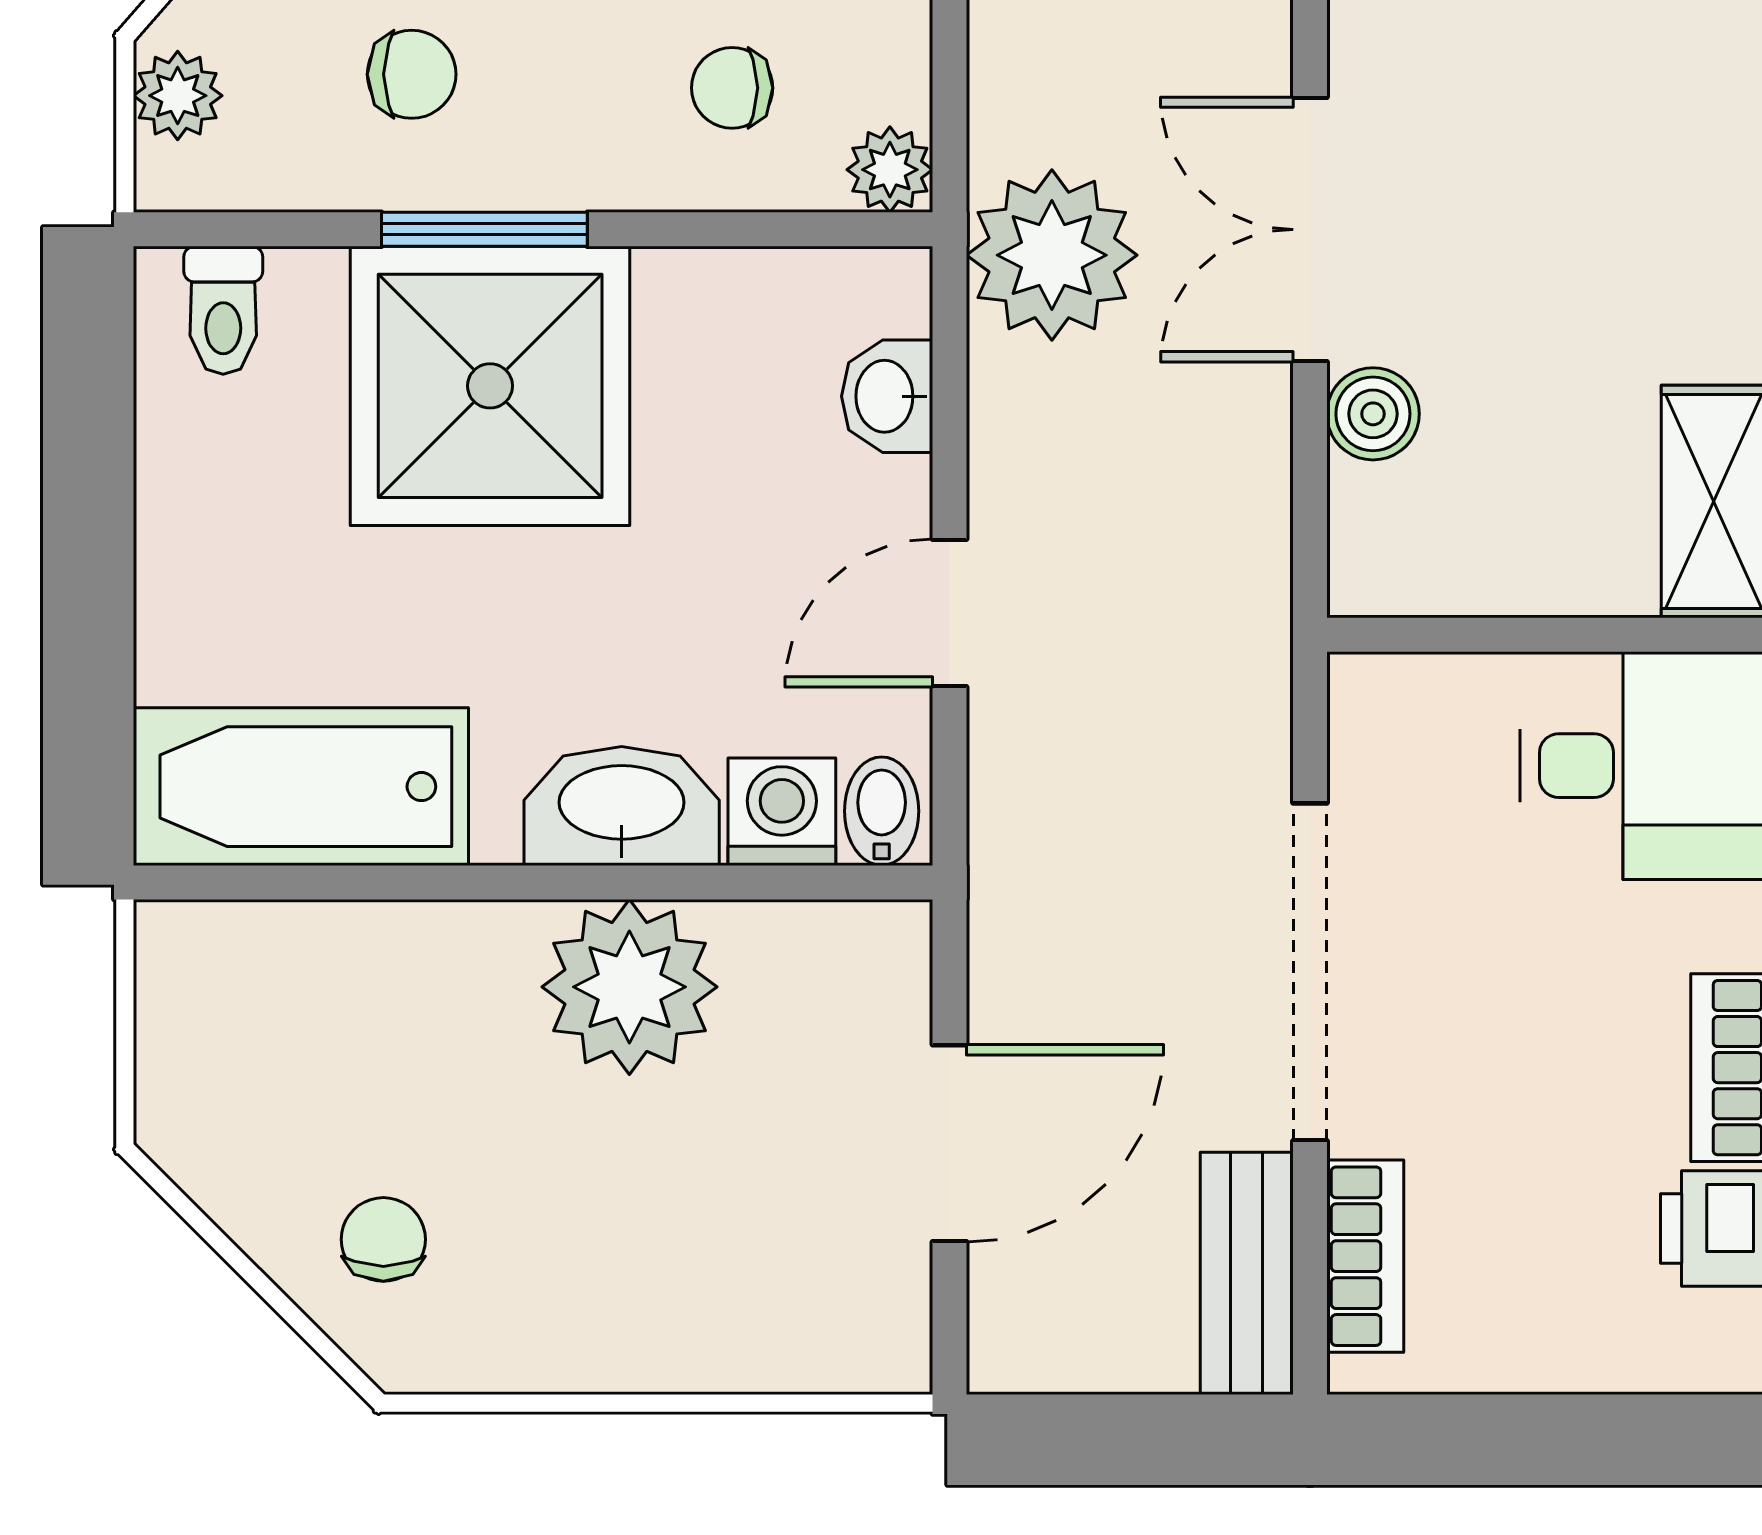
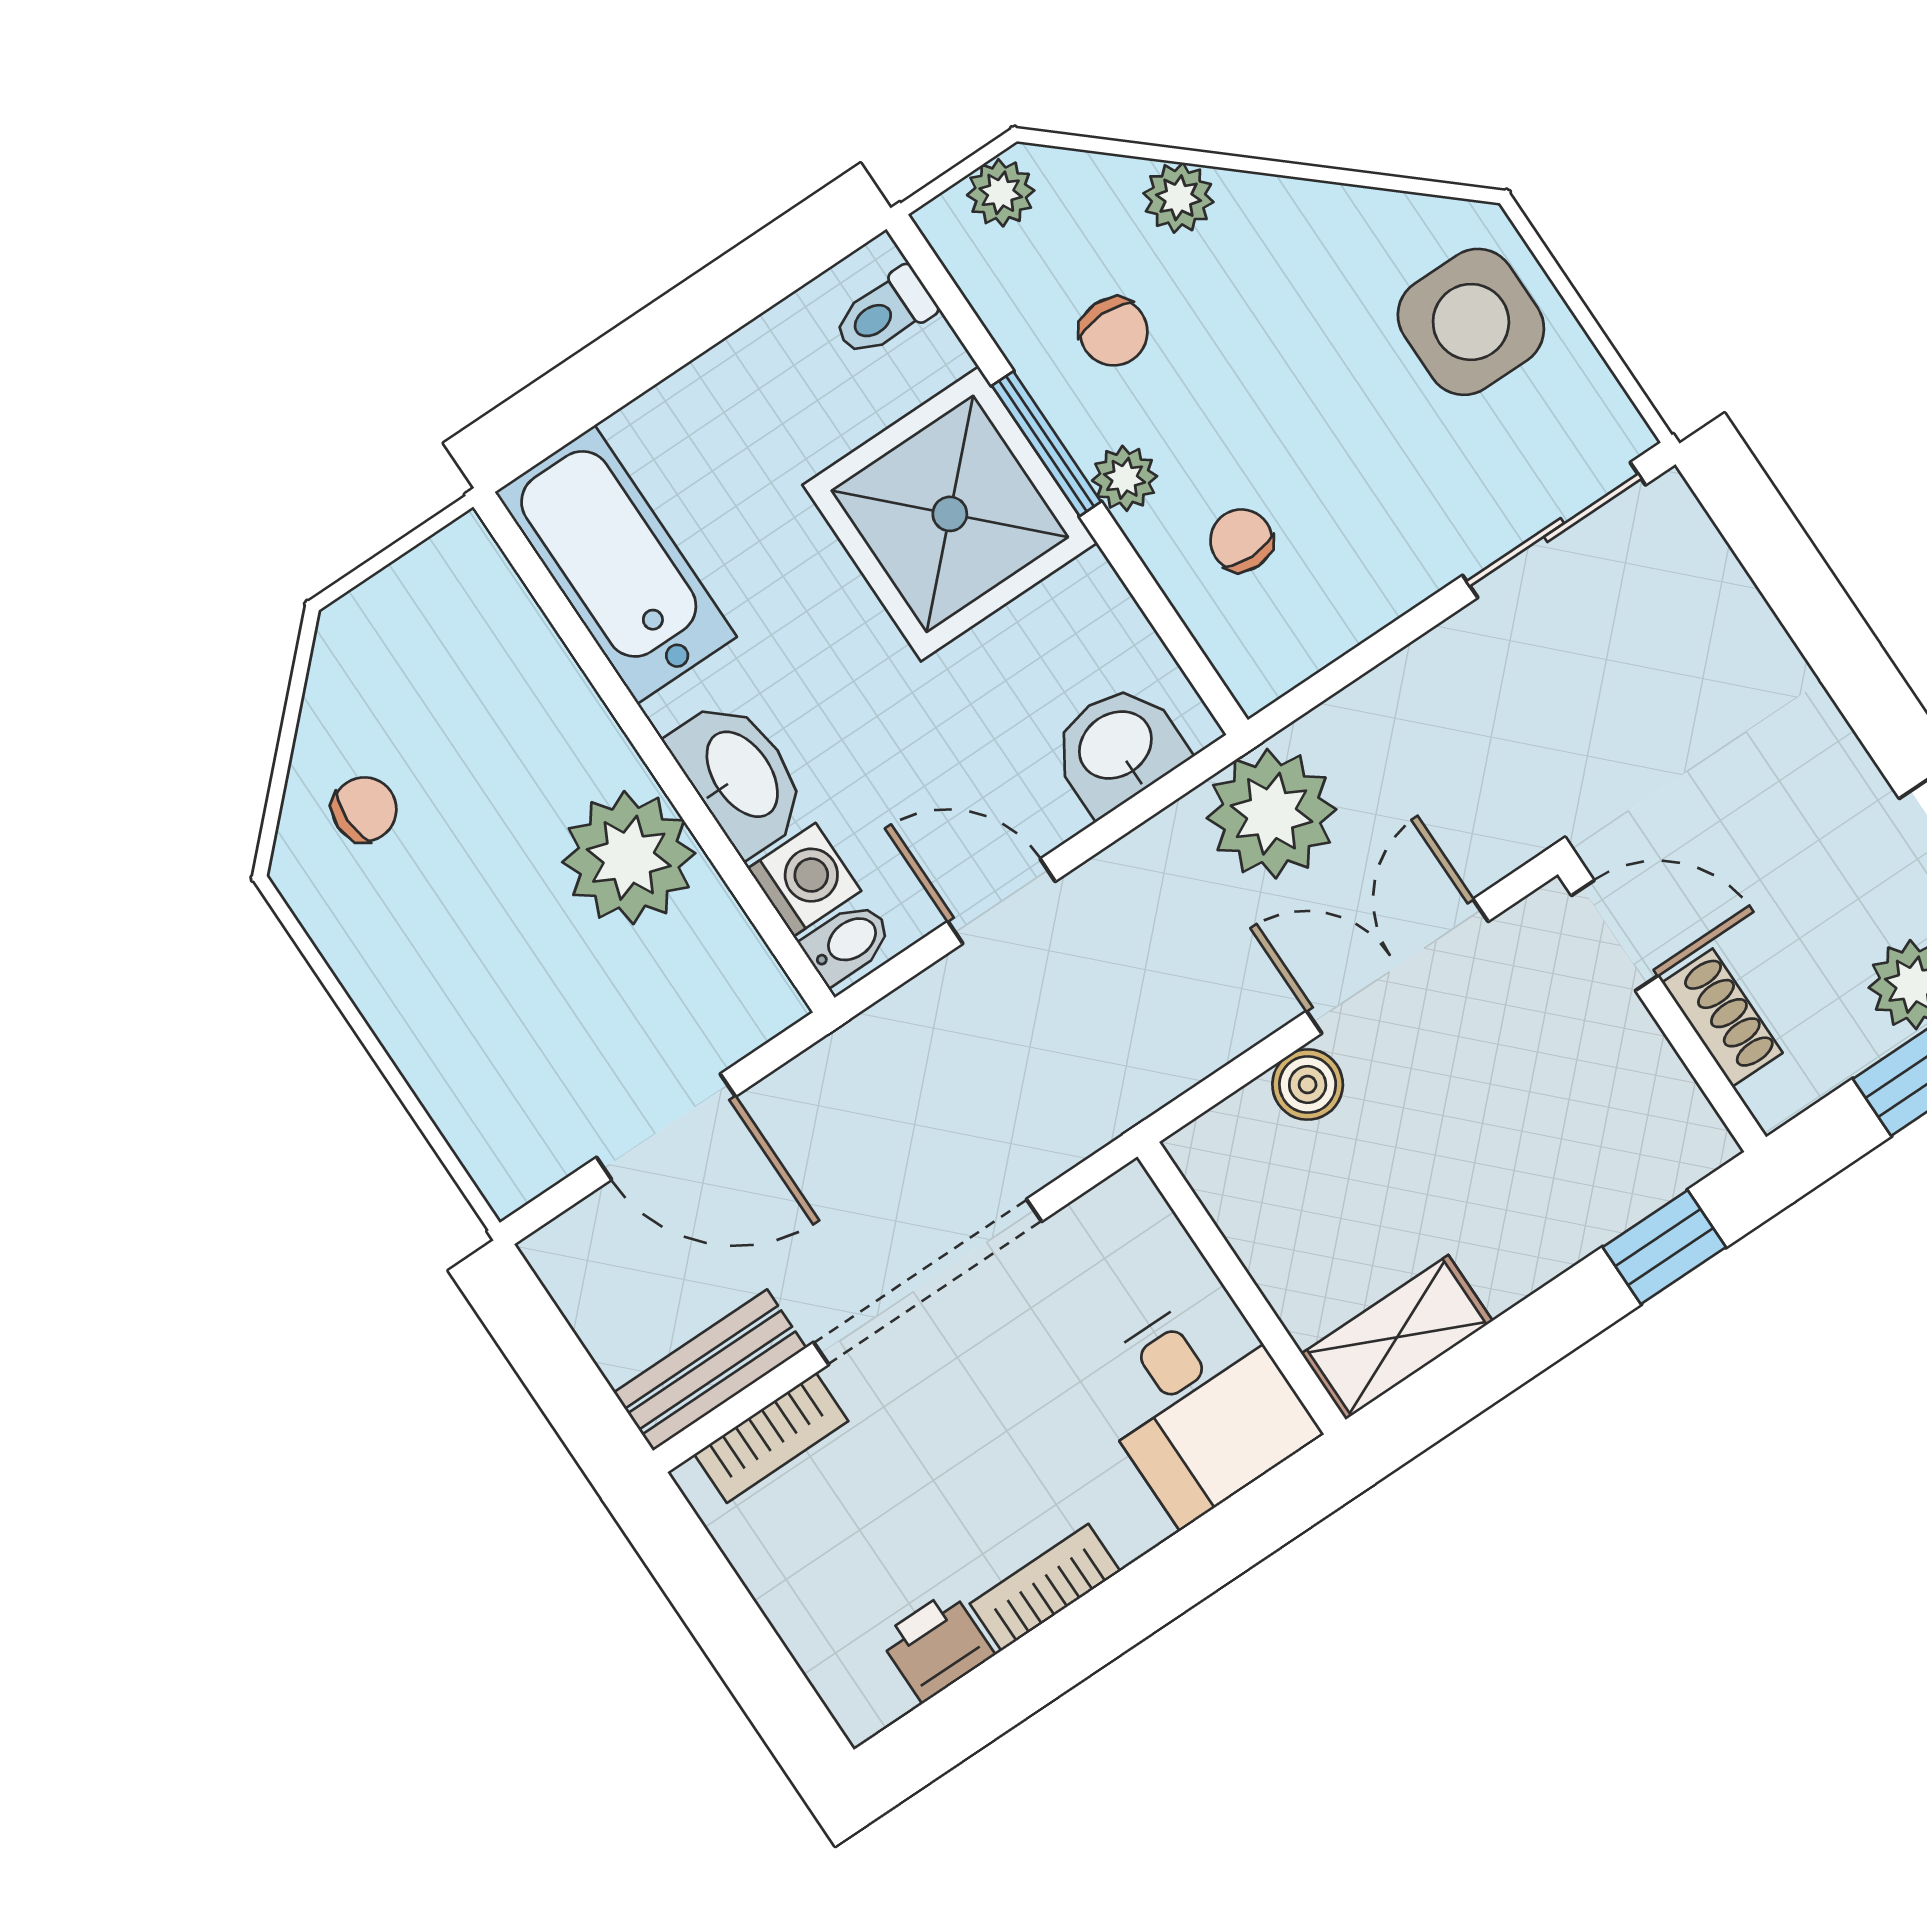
plant: (890, 170) -> (1125, 478), moved
washbasin: (887, 396) -> (1117, 747), width x1.38, depth x1.45

